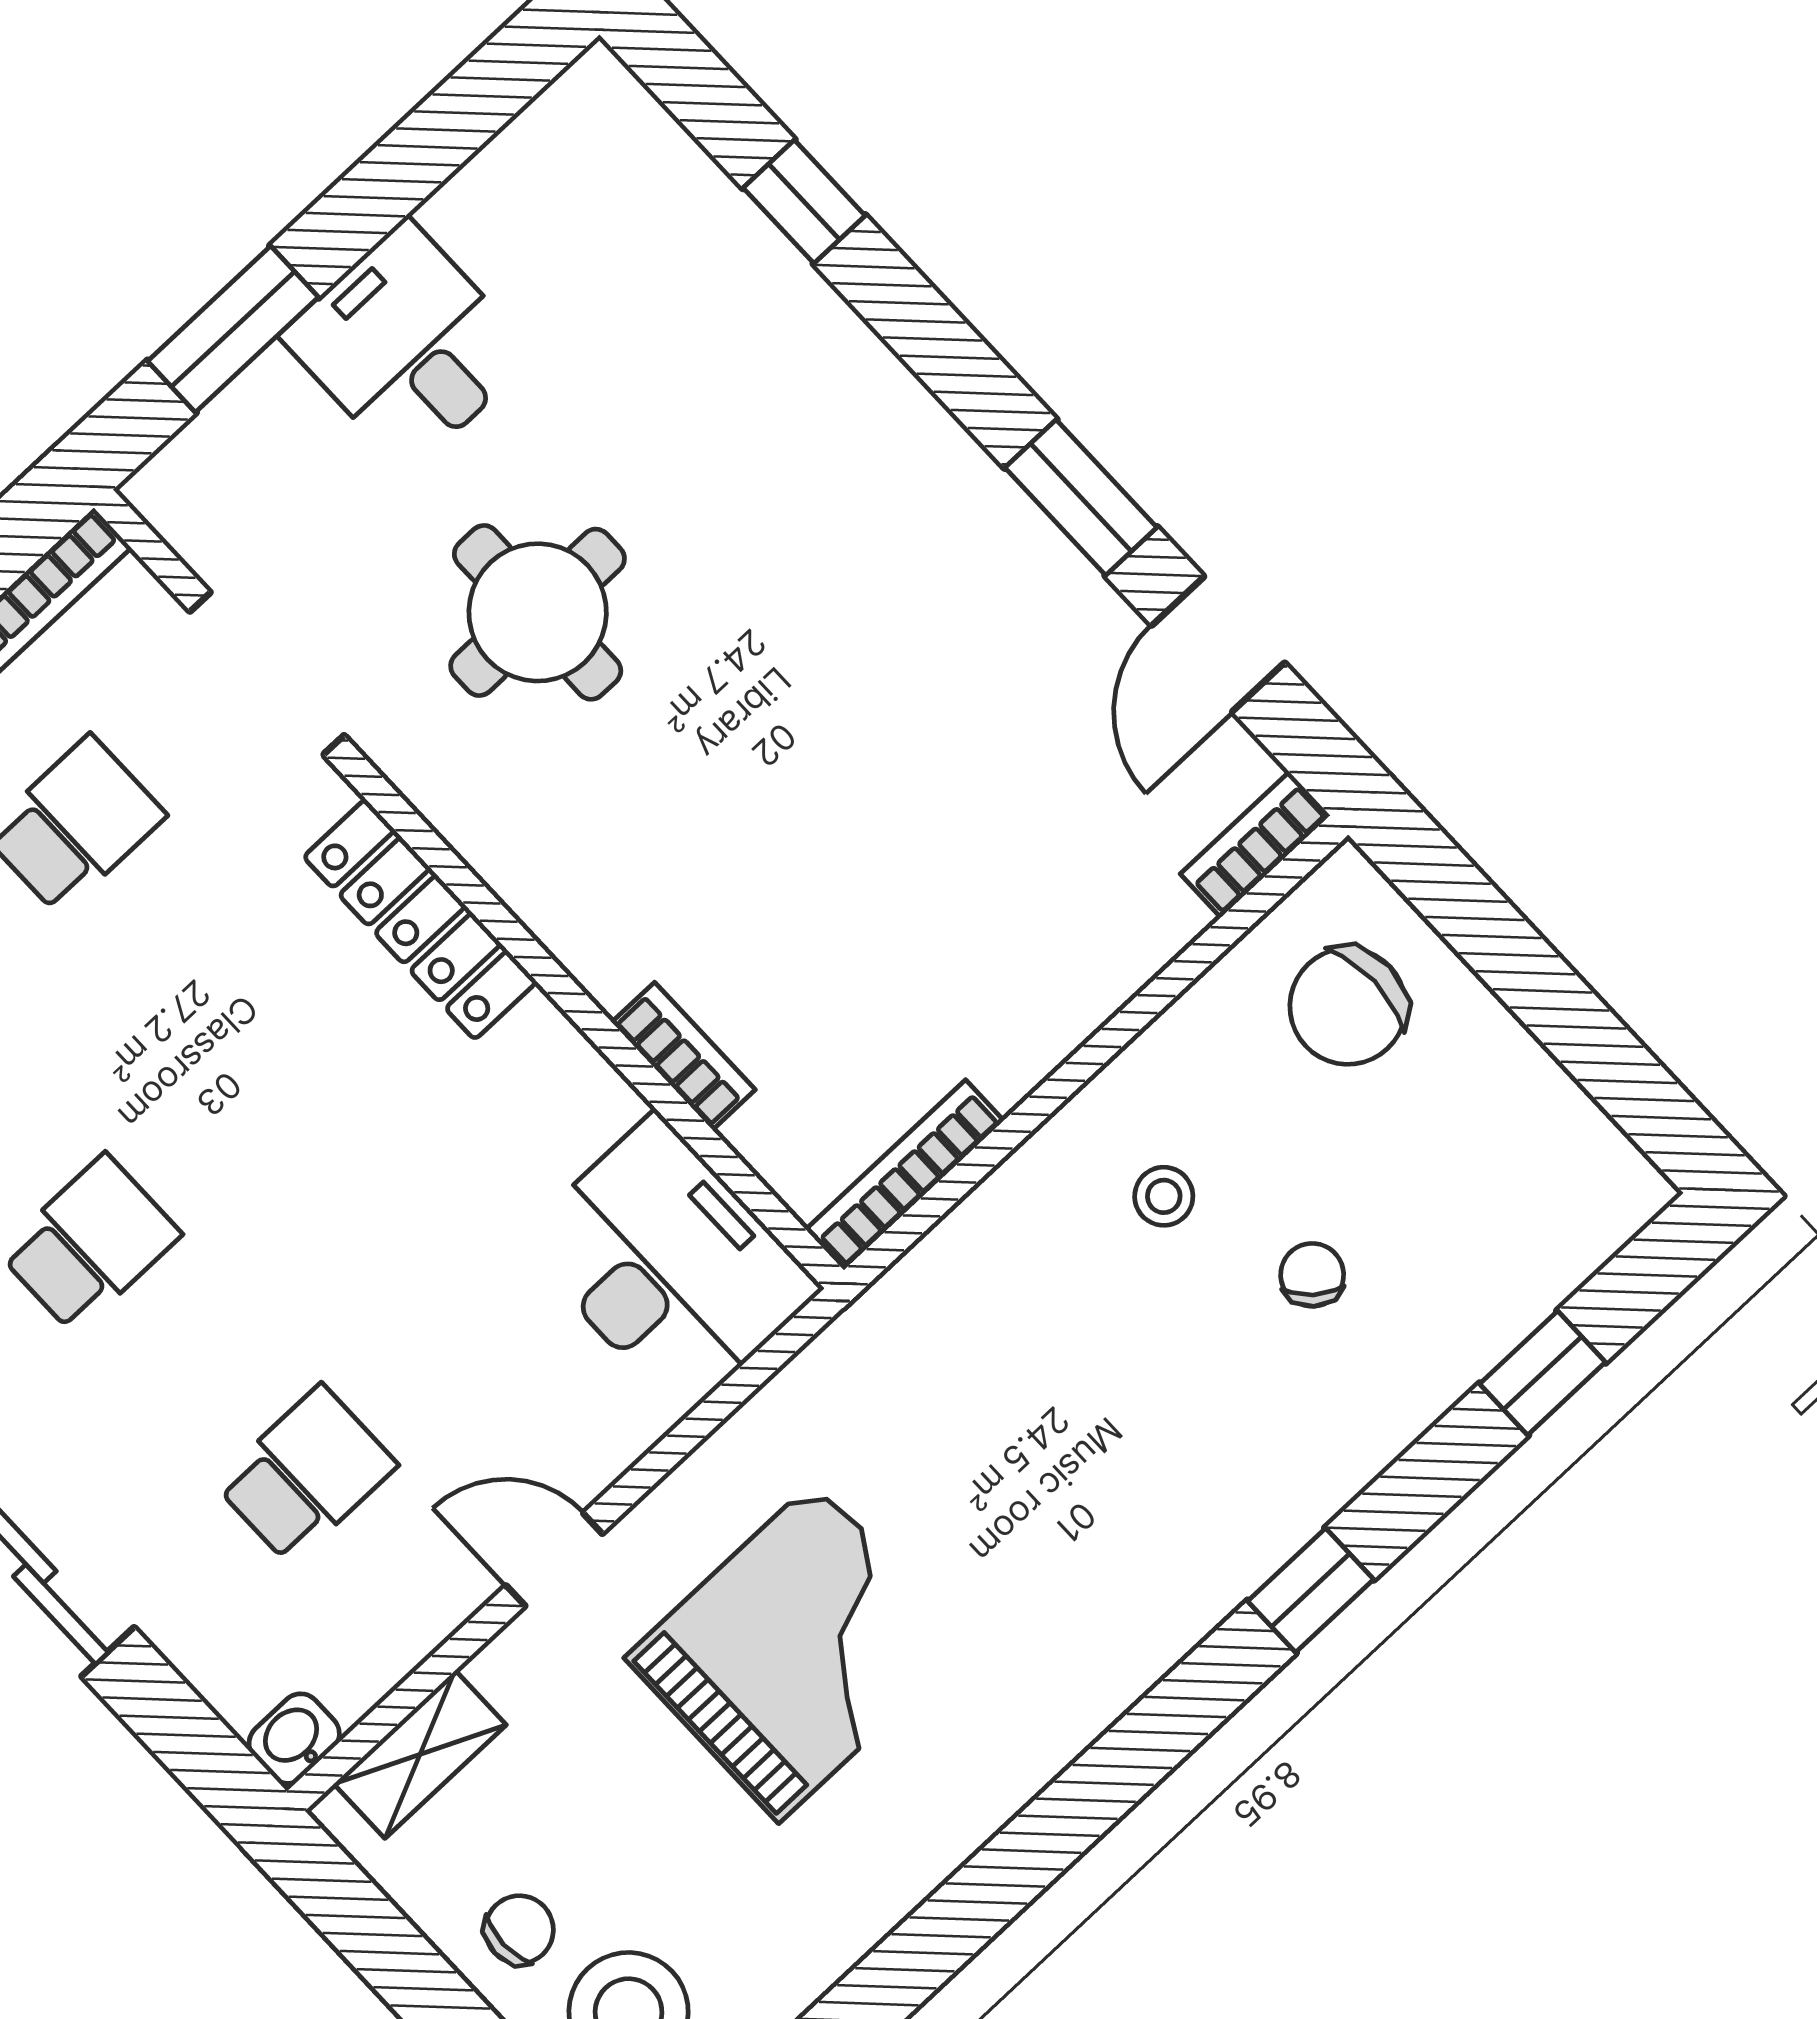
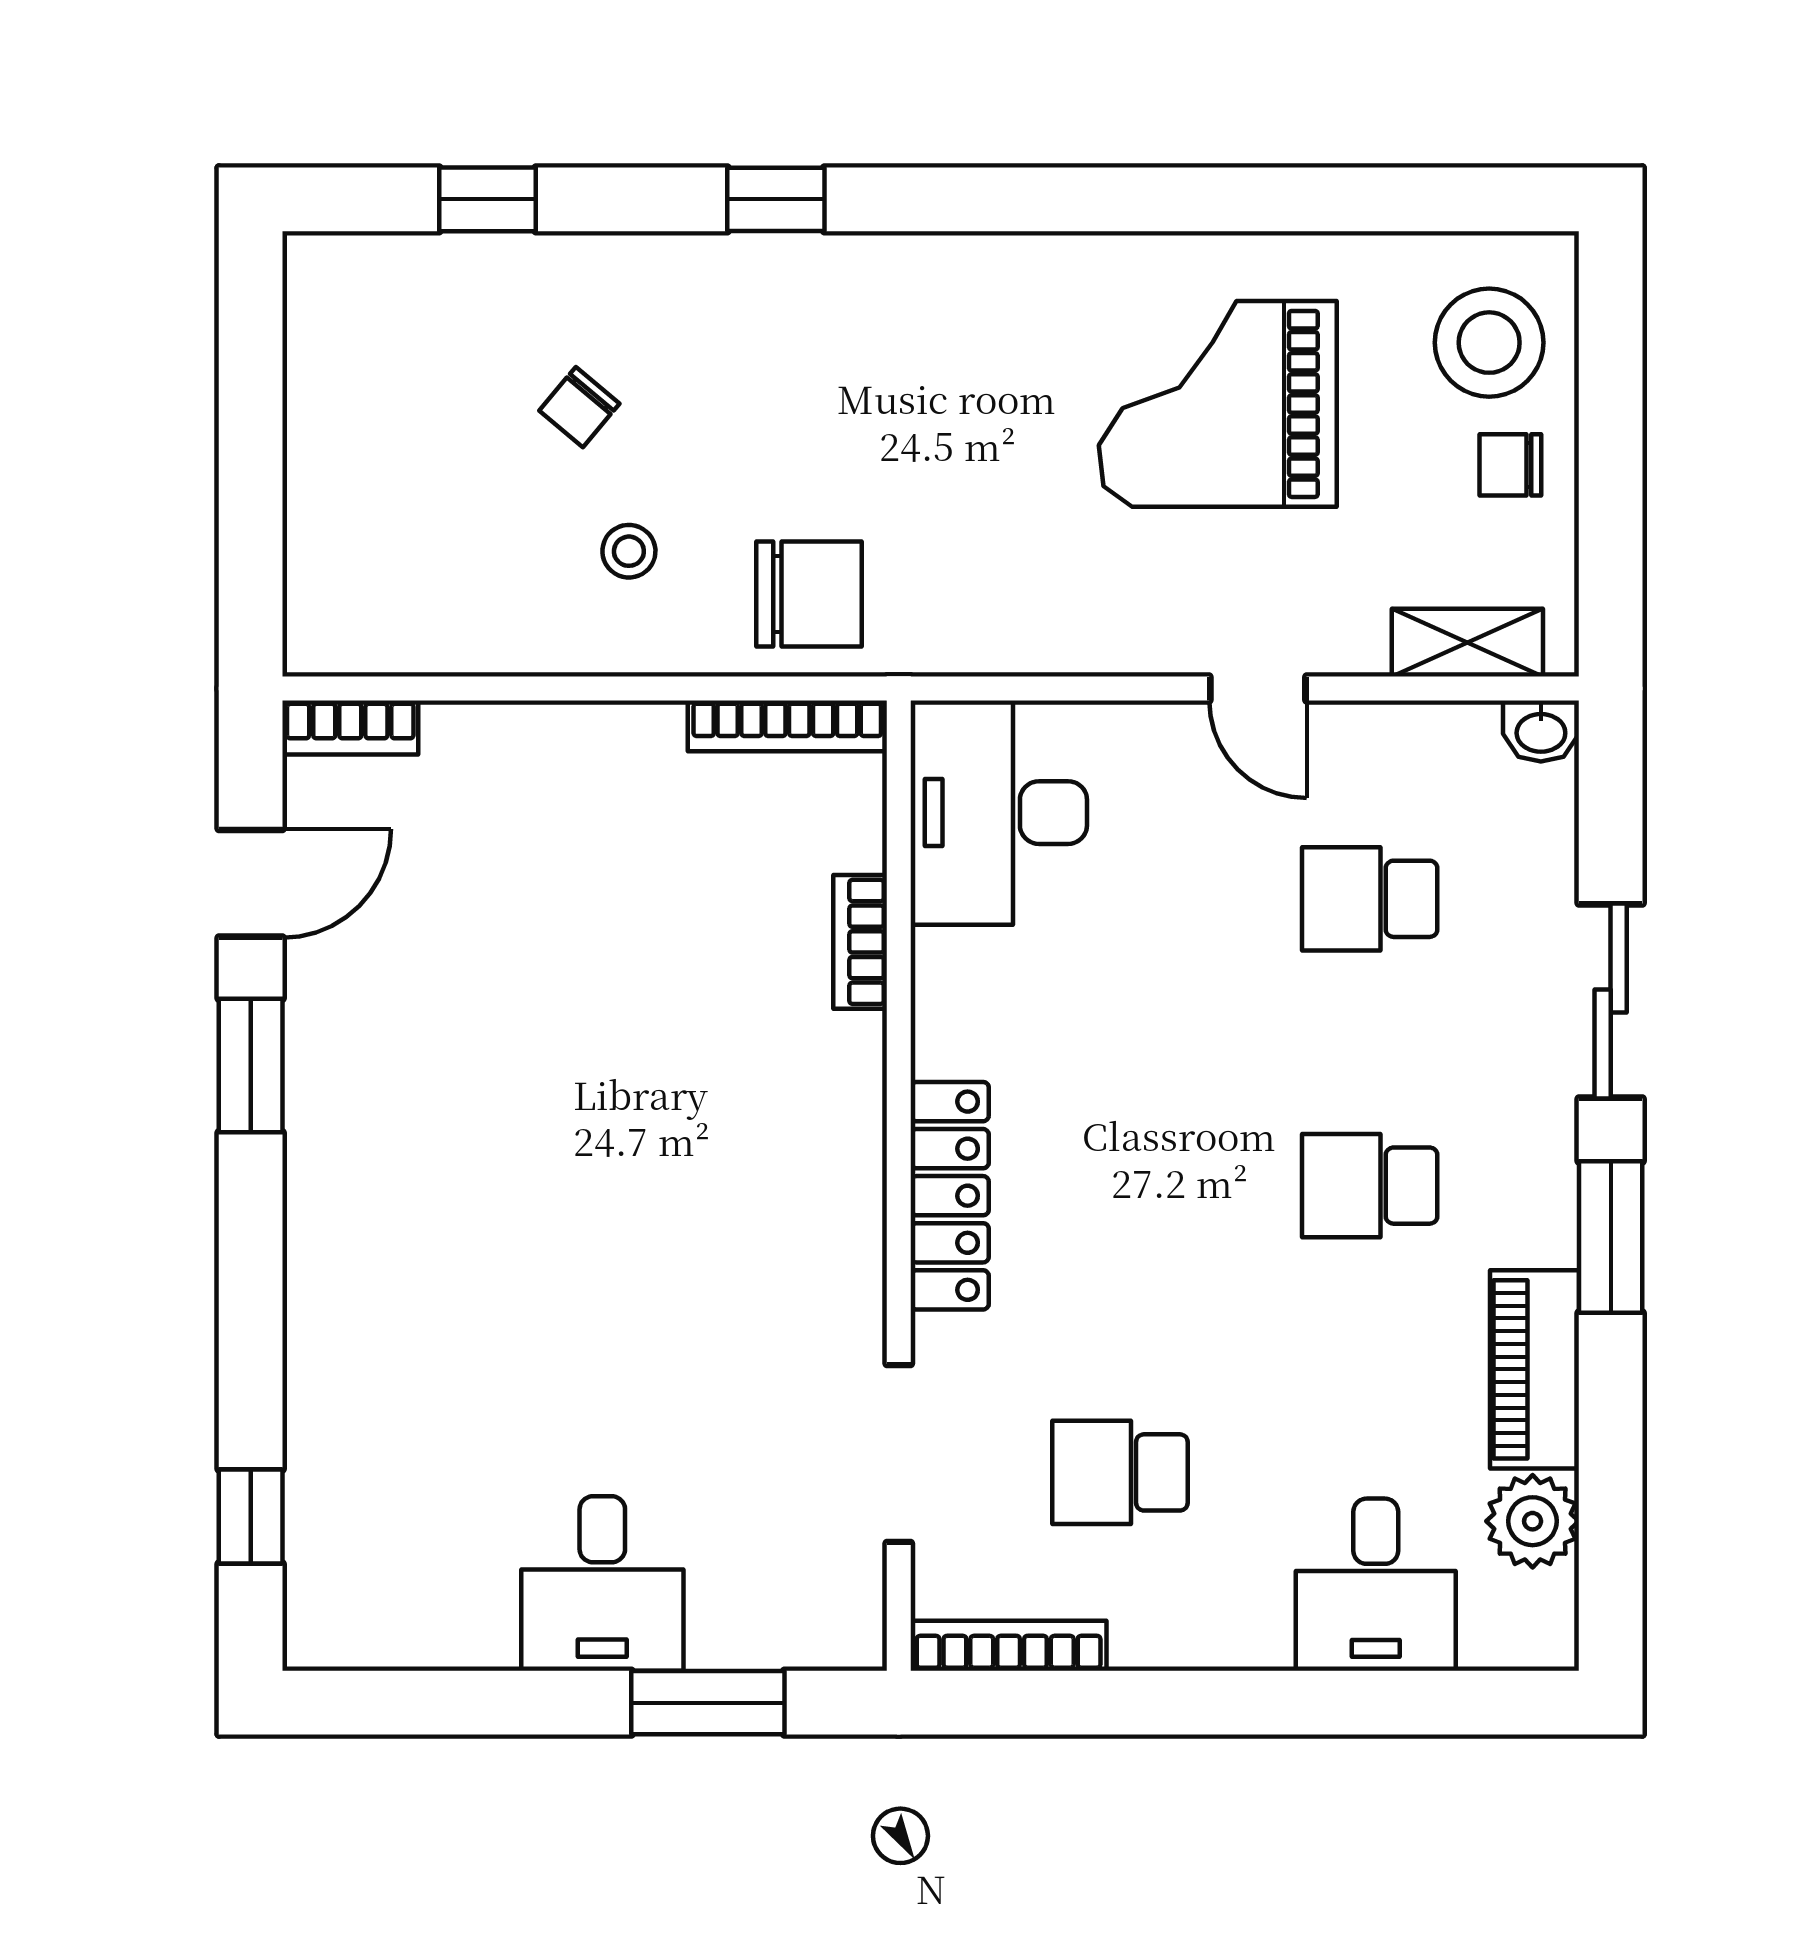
window: (804, 202) -> (251, 1517), moved
round table: (538, 612) -> (682, 1326), removed
chair: (1348, 1006) -> (809, 594), moved
grand piano: (797, 1651) -> (1218, 404), moved

